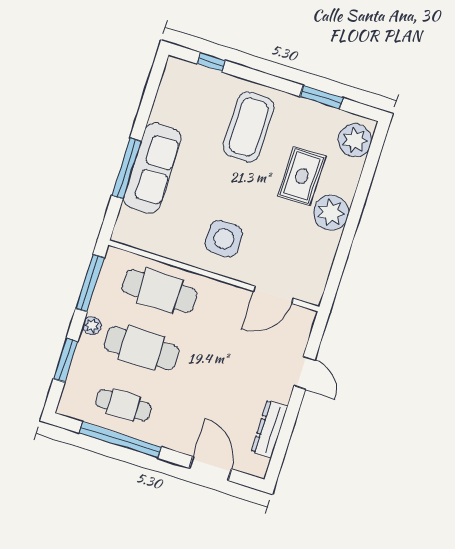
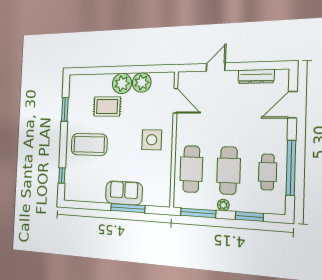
plant: (355, 140) -> (142, 82), moved
sofa: (152, 168) -> (124, 193), width x0.73

